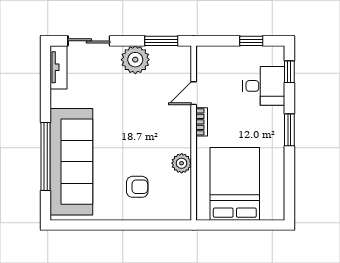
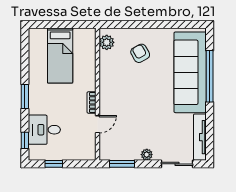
plant: (135, 60) -> (147, 155), width x0.53, depth x0.53
tv unit: (59, 67) -> (200, 137), width x1.41
plant: (182, 163) -> (107, 42), moved
bed: (235, 184) -> (60, 56), width x0.67
armchair: (137, 187) -> (140, 53), turned 61

